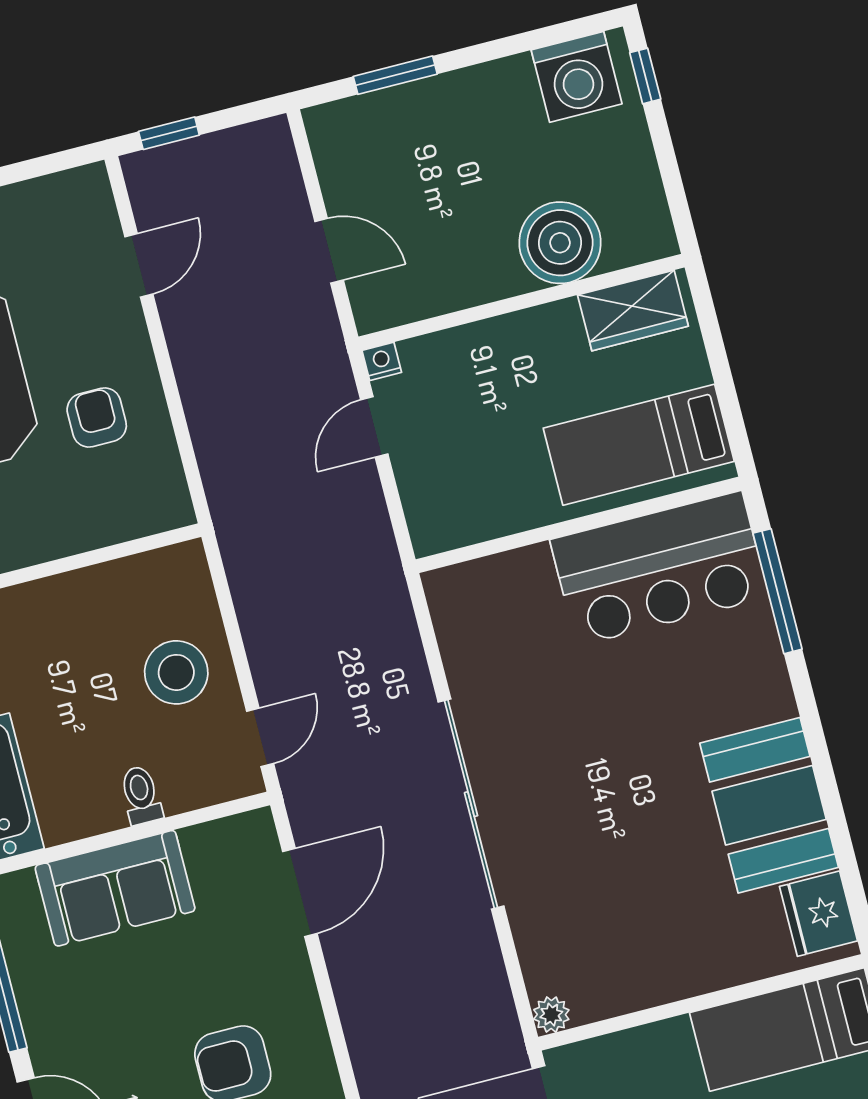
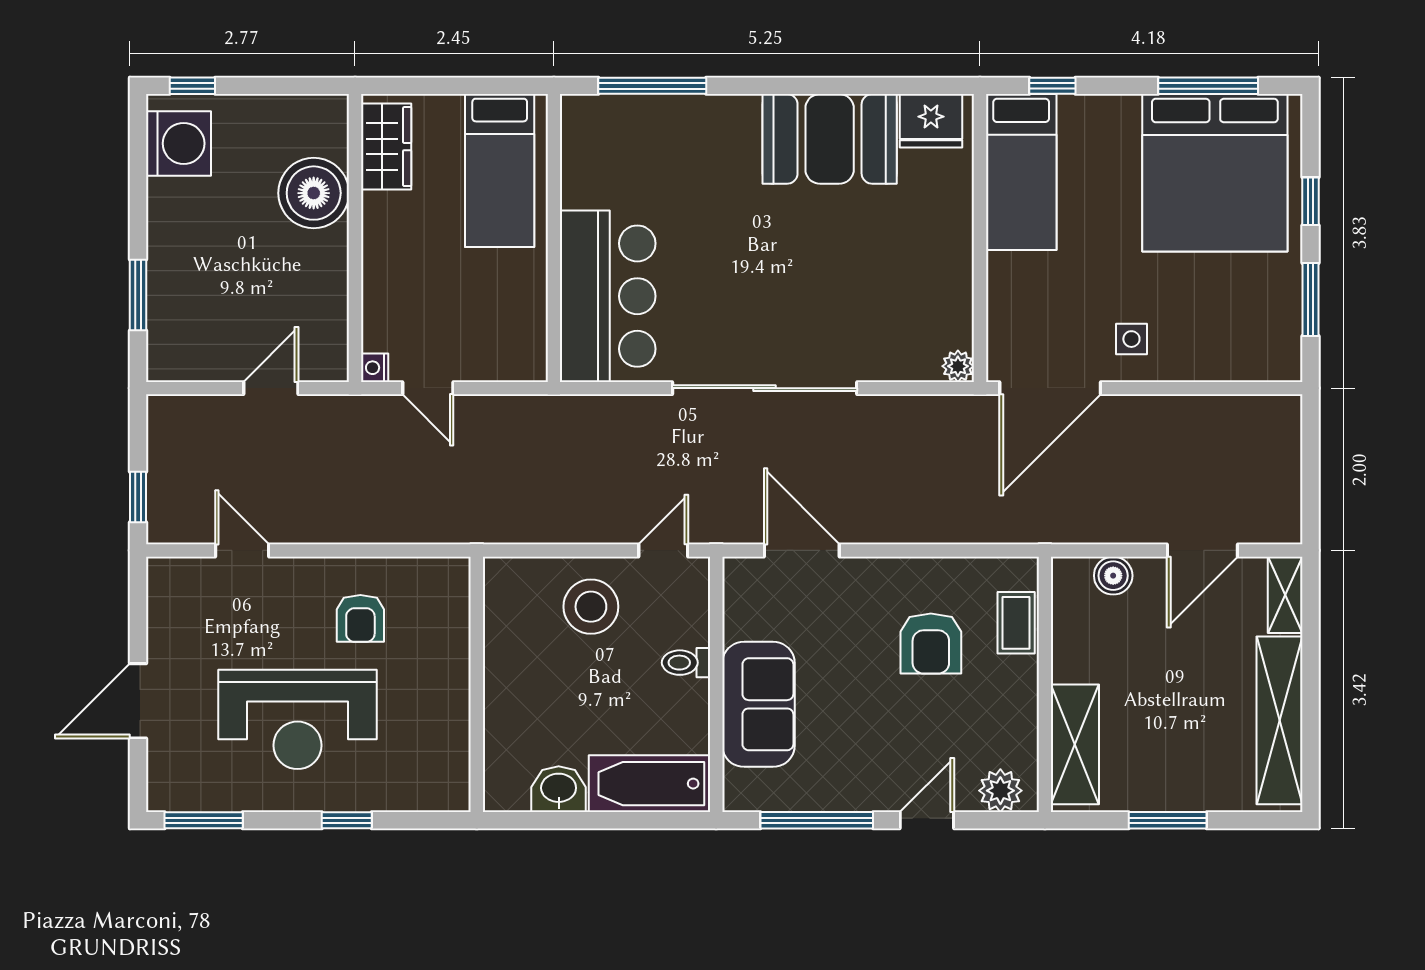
armchair: (97, 417) -> (360, 618), turned -90
bar counter: (659, 568) -> (608, 296), moved
door: (260, 737) -> (663, 550), hinge flipped

